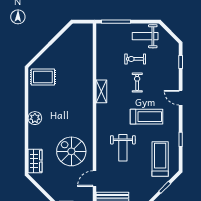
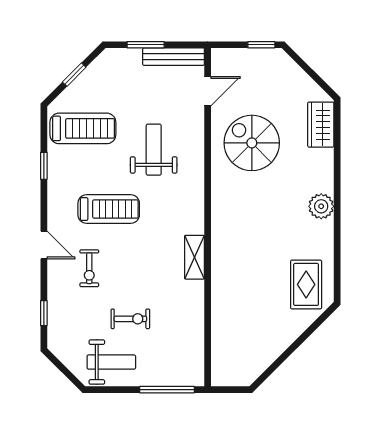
rug: (43, 77) -> (306, 284), turned 90
exercise bike: (137, 82) -> (89, 268), moved
treadmill: (147, 117) -> (109, 209), turned 180
spiral stairs: (71, 151) -> (252, 143), turned 180
treadmill: (160, 159) -> (83, 128), turned -90

